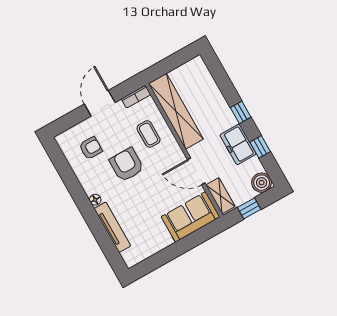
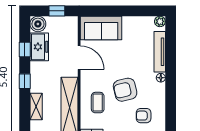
freezer: (238, 144) -> (39, 47), moved
armchair: (127, 165) -> (125, 90), turned 77
shelving: (220, 196) -> (36, 106), moved
plant: (131, 260) -> (160, 21), added

